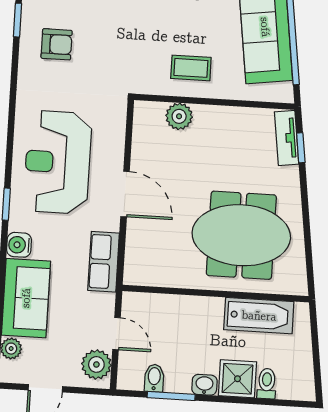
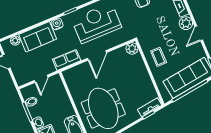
plant: (179, 116) -> (132, 48), moved
plant: (96, 364) -> (25, 77), removed

